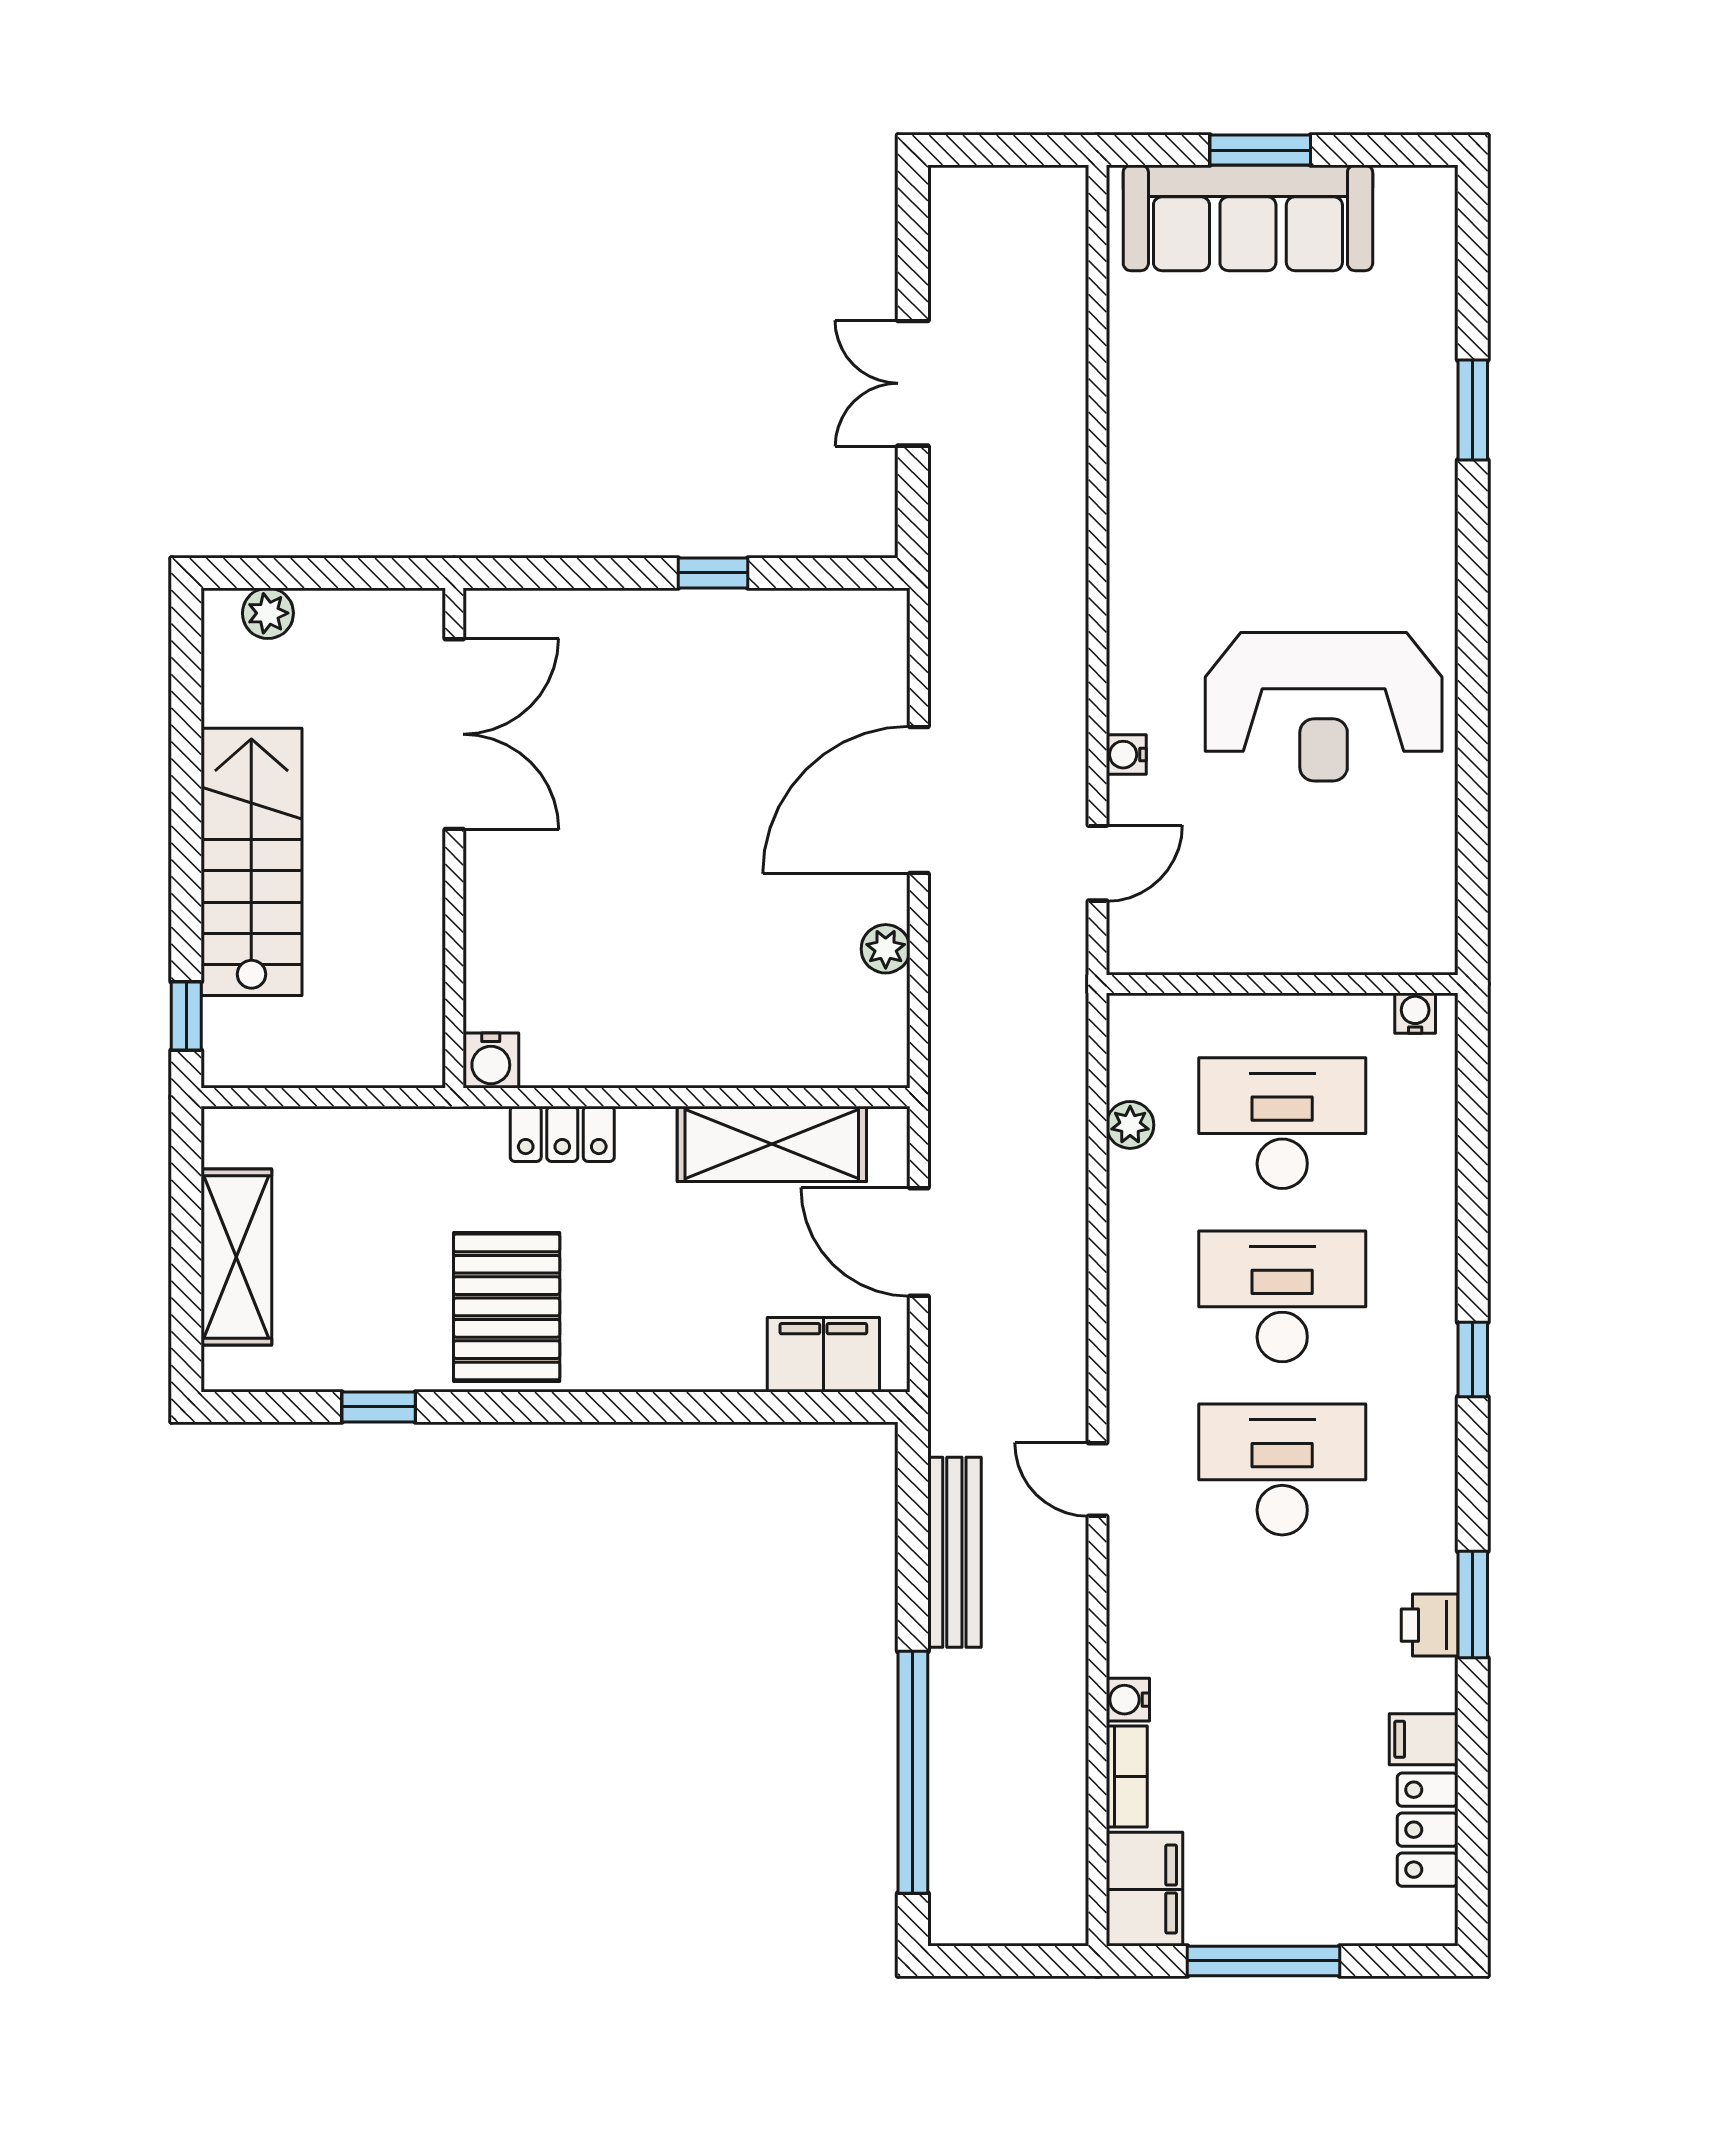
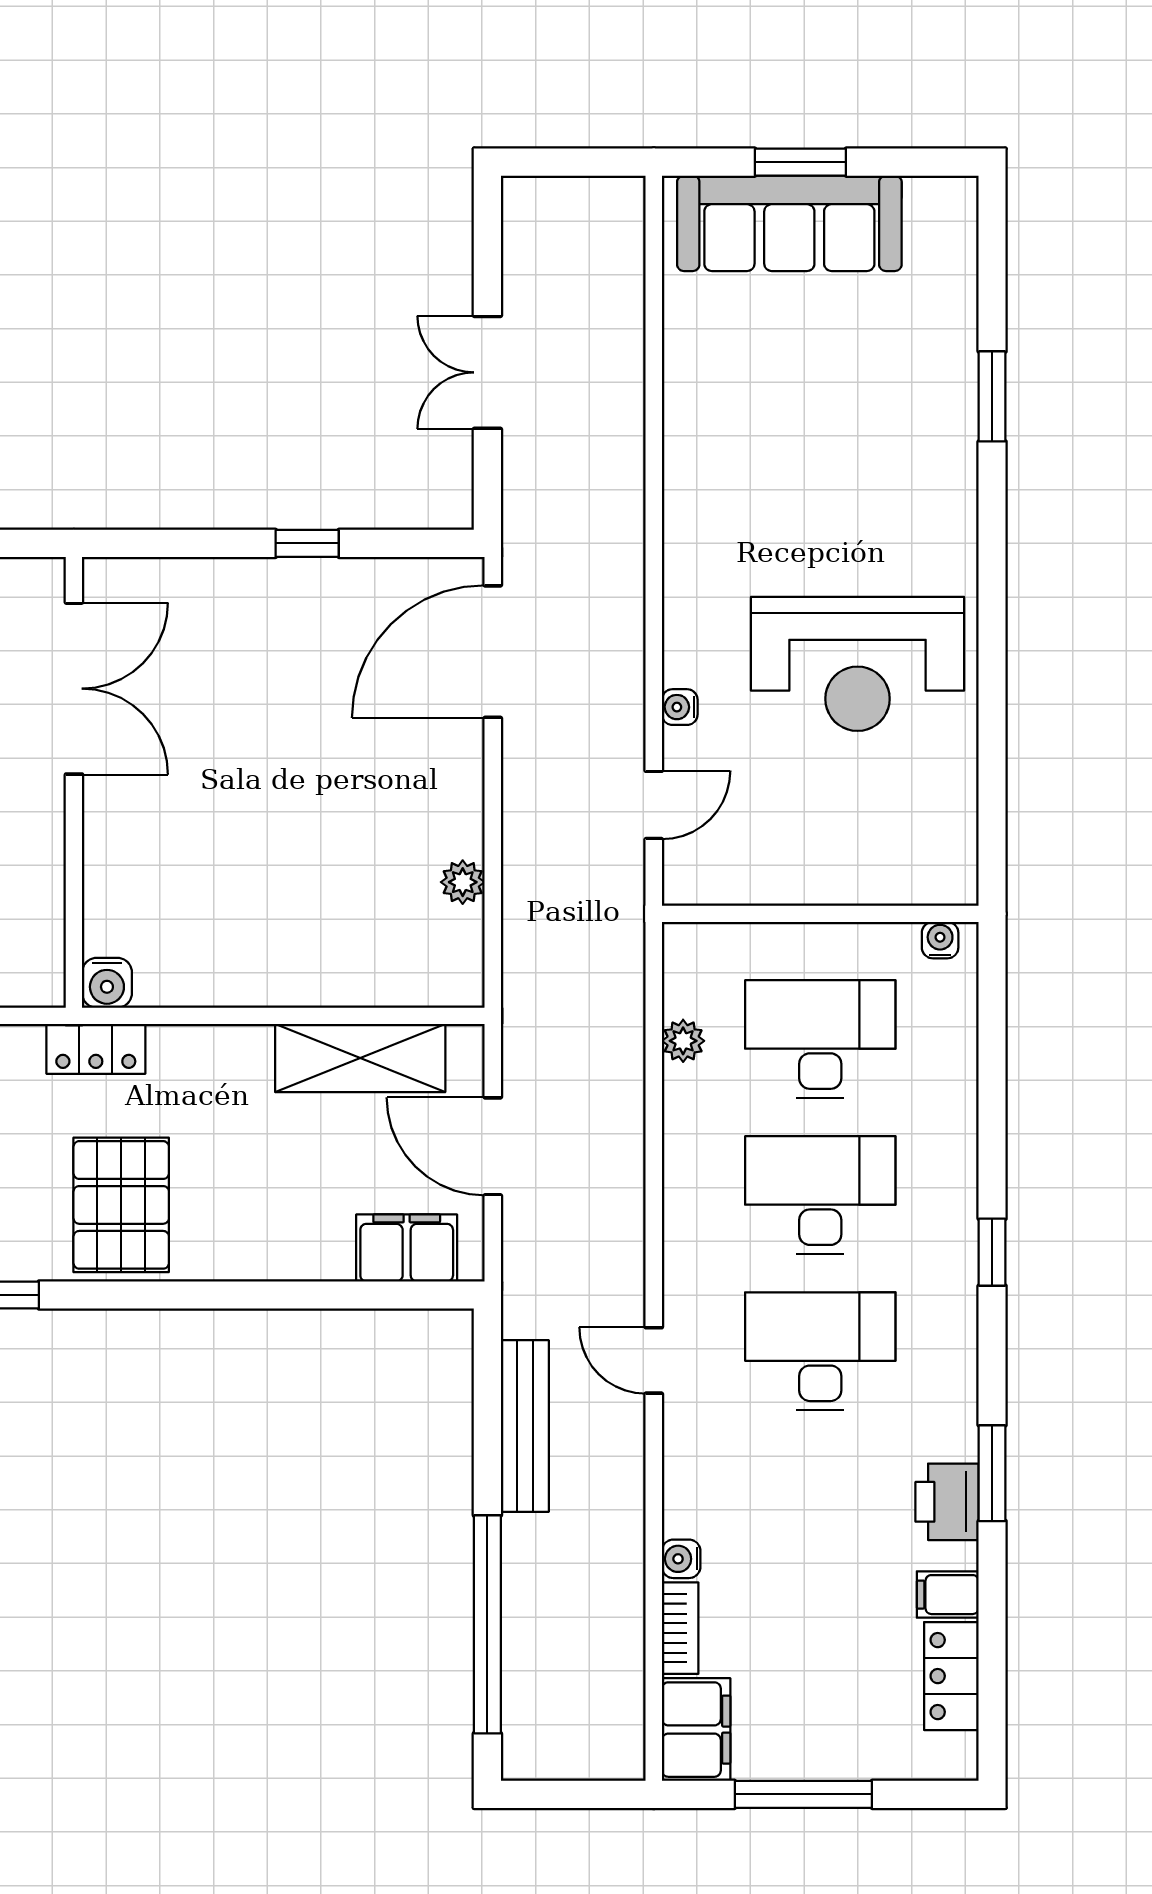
door: (919, 800) -> (493, 652), moved
locker: (562, 1134) -> (96, 1049), moved
printer: (1430, 1625) -> (947, 1502), width x1.36, depth x1.24

